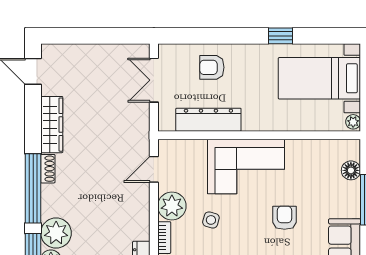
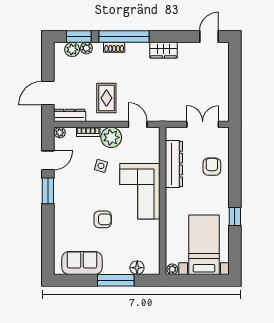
wardrobe: (52, 125) -> (164, 50), width x0.67
shoe rack: (48, 169) -> (114, 47), moved
rug: (118, 212) -> (106, 98), added
plant: (56, 233) -> (86, 48), width x0.53, depth x0.53

